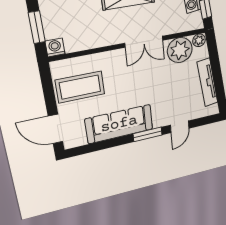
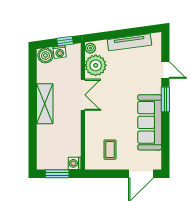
coffee table: (80, 87) -> (110, 150), width x0.54, depth x0.58

